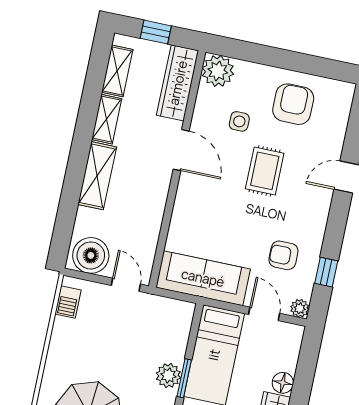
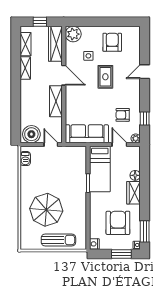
shelving: (97, 176) -> (56, 101), moved
plant: (168, 375) -> (80, 183), removed

